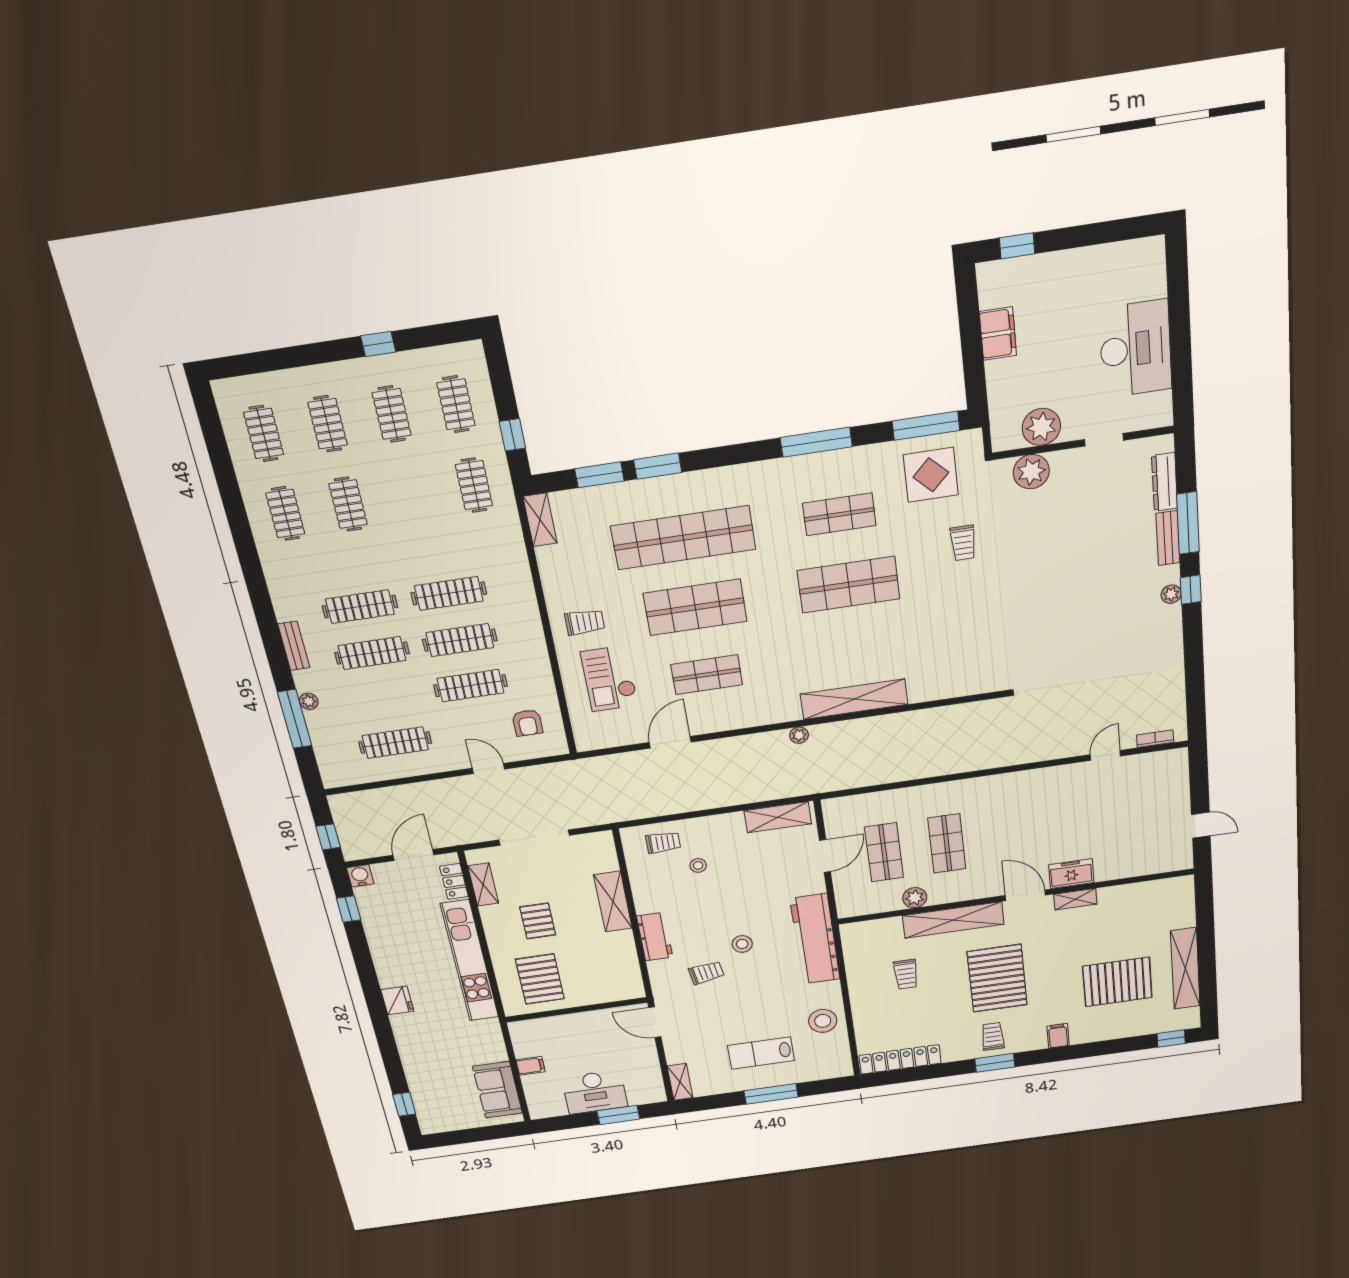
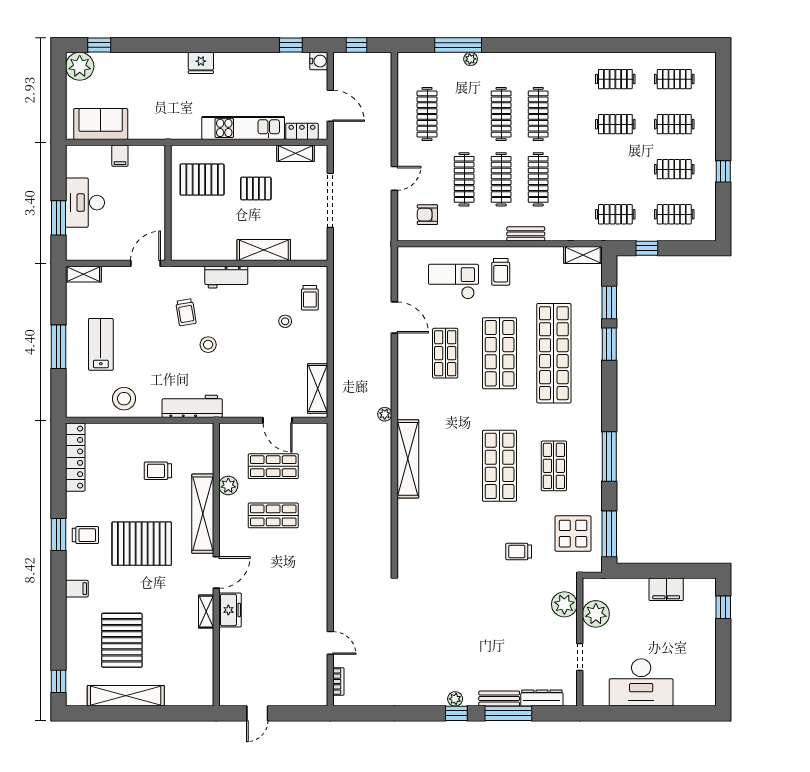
bench: (294, 646) -> (526, 234), moved
workbench: (815, 939) -> (192, 406), width x0.73, depth x0.76
kitchen unit: (470, 961) -> (243, 128), width x0.73
plant: (435, 1120) -> (80, 66), added

